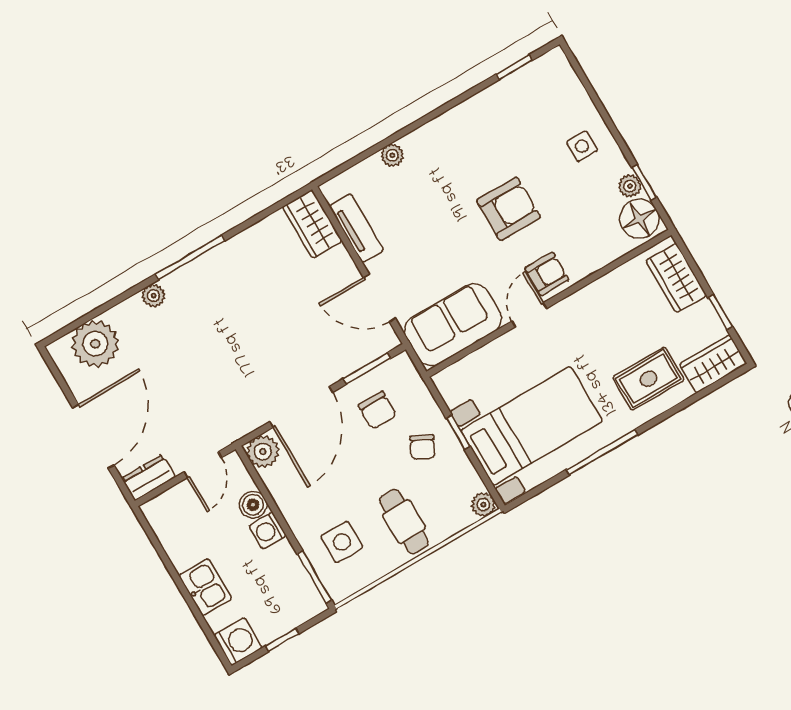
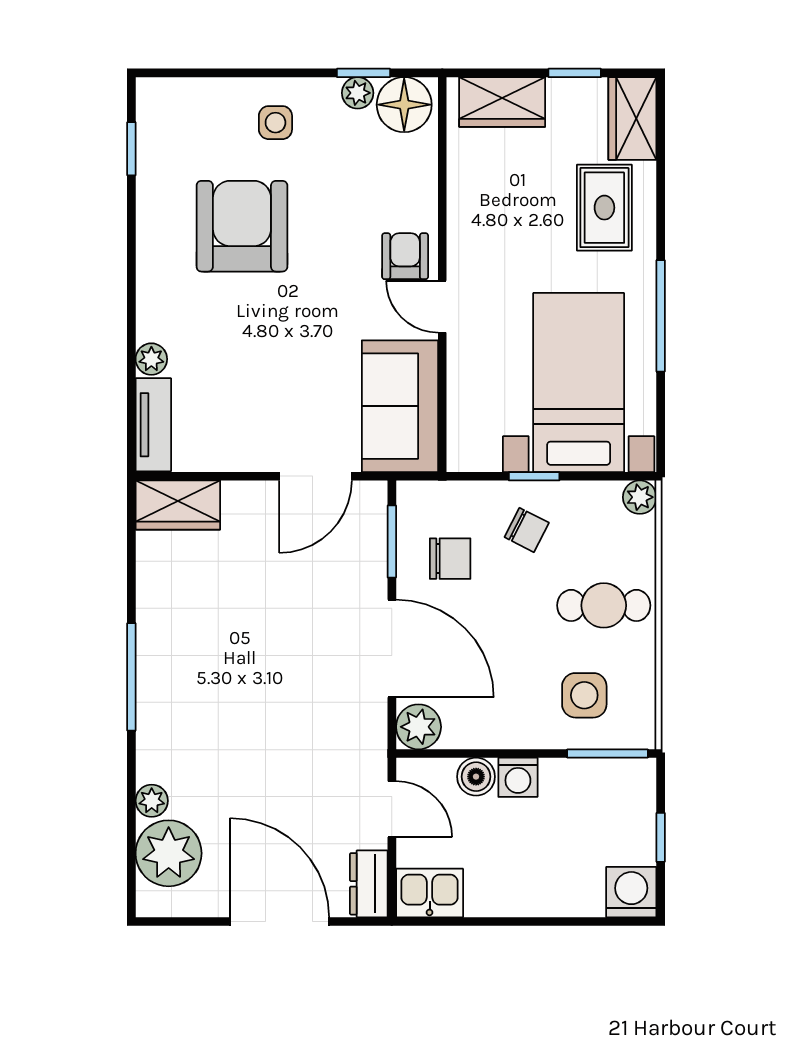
armchair: (508, 209) -> (242, 226), moved, width x1.36, depth x1.36
tv unit: (356, 228) -> (153, 425), moved, turned 90
plant: (153, 296) -> (152, 801), moved
kitchen sink: (205, 587) -> (430, 893), moved

